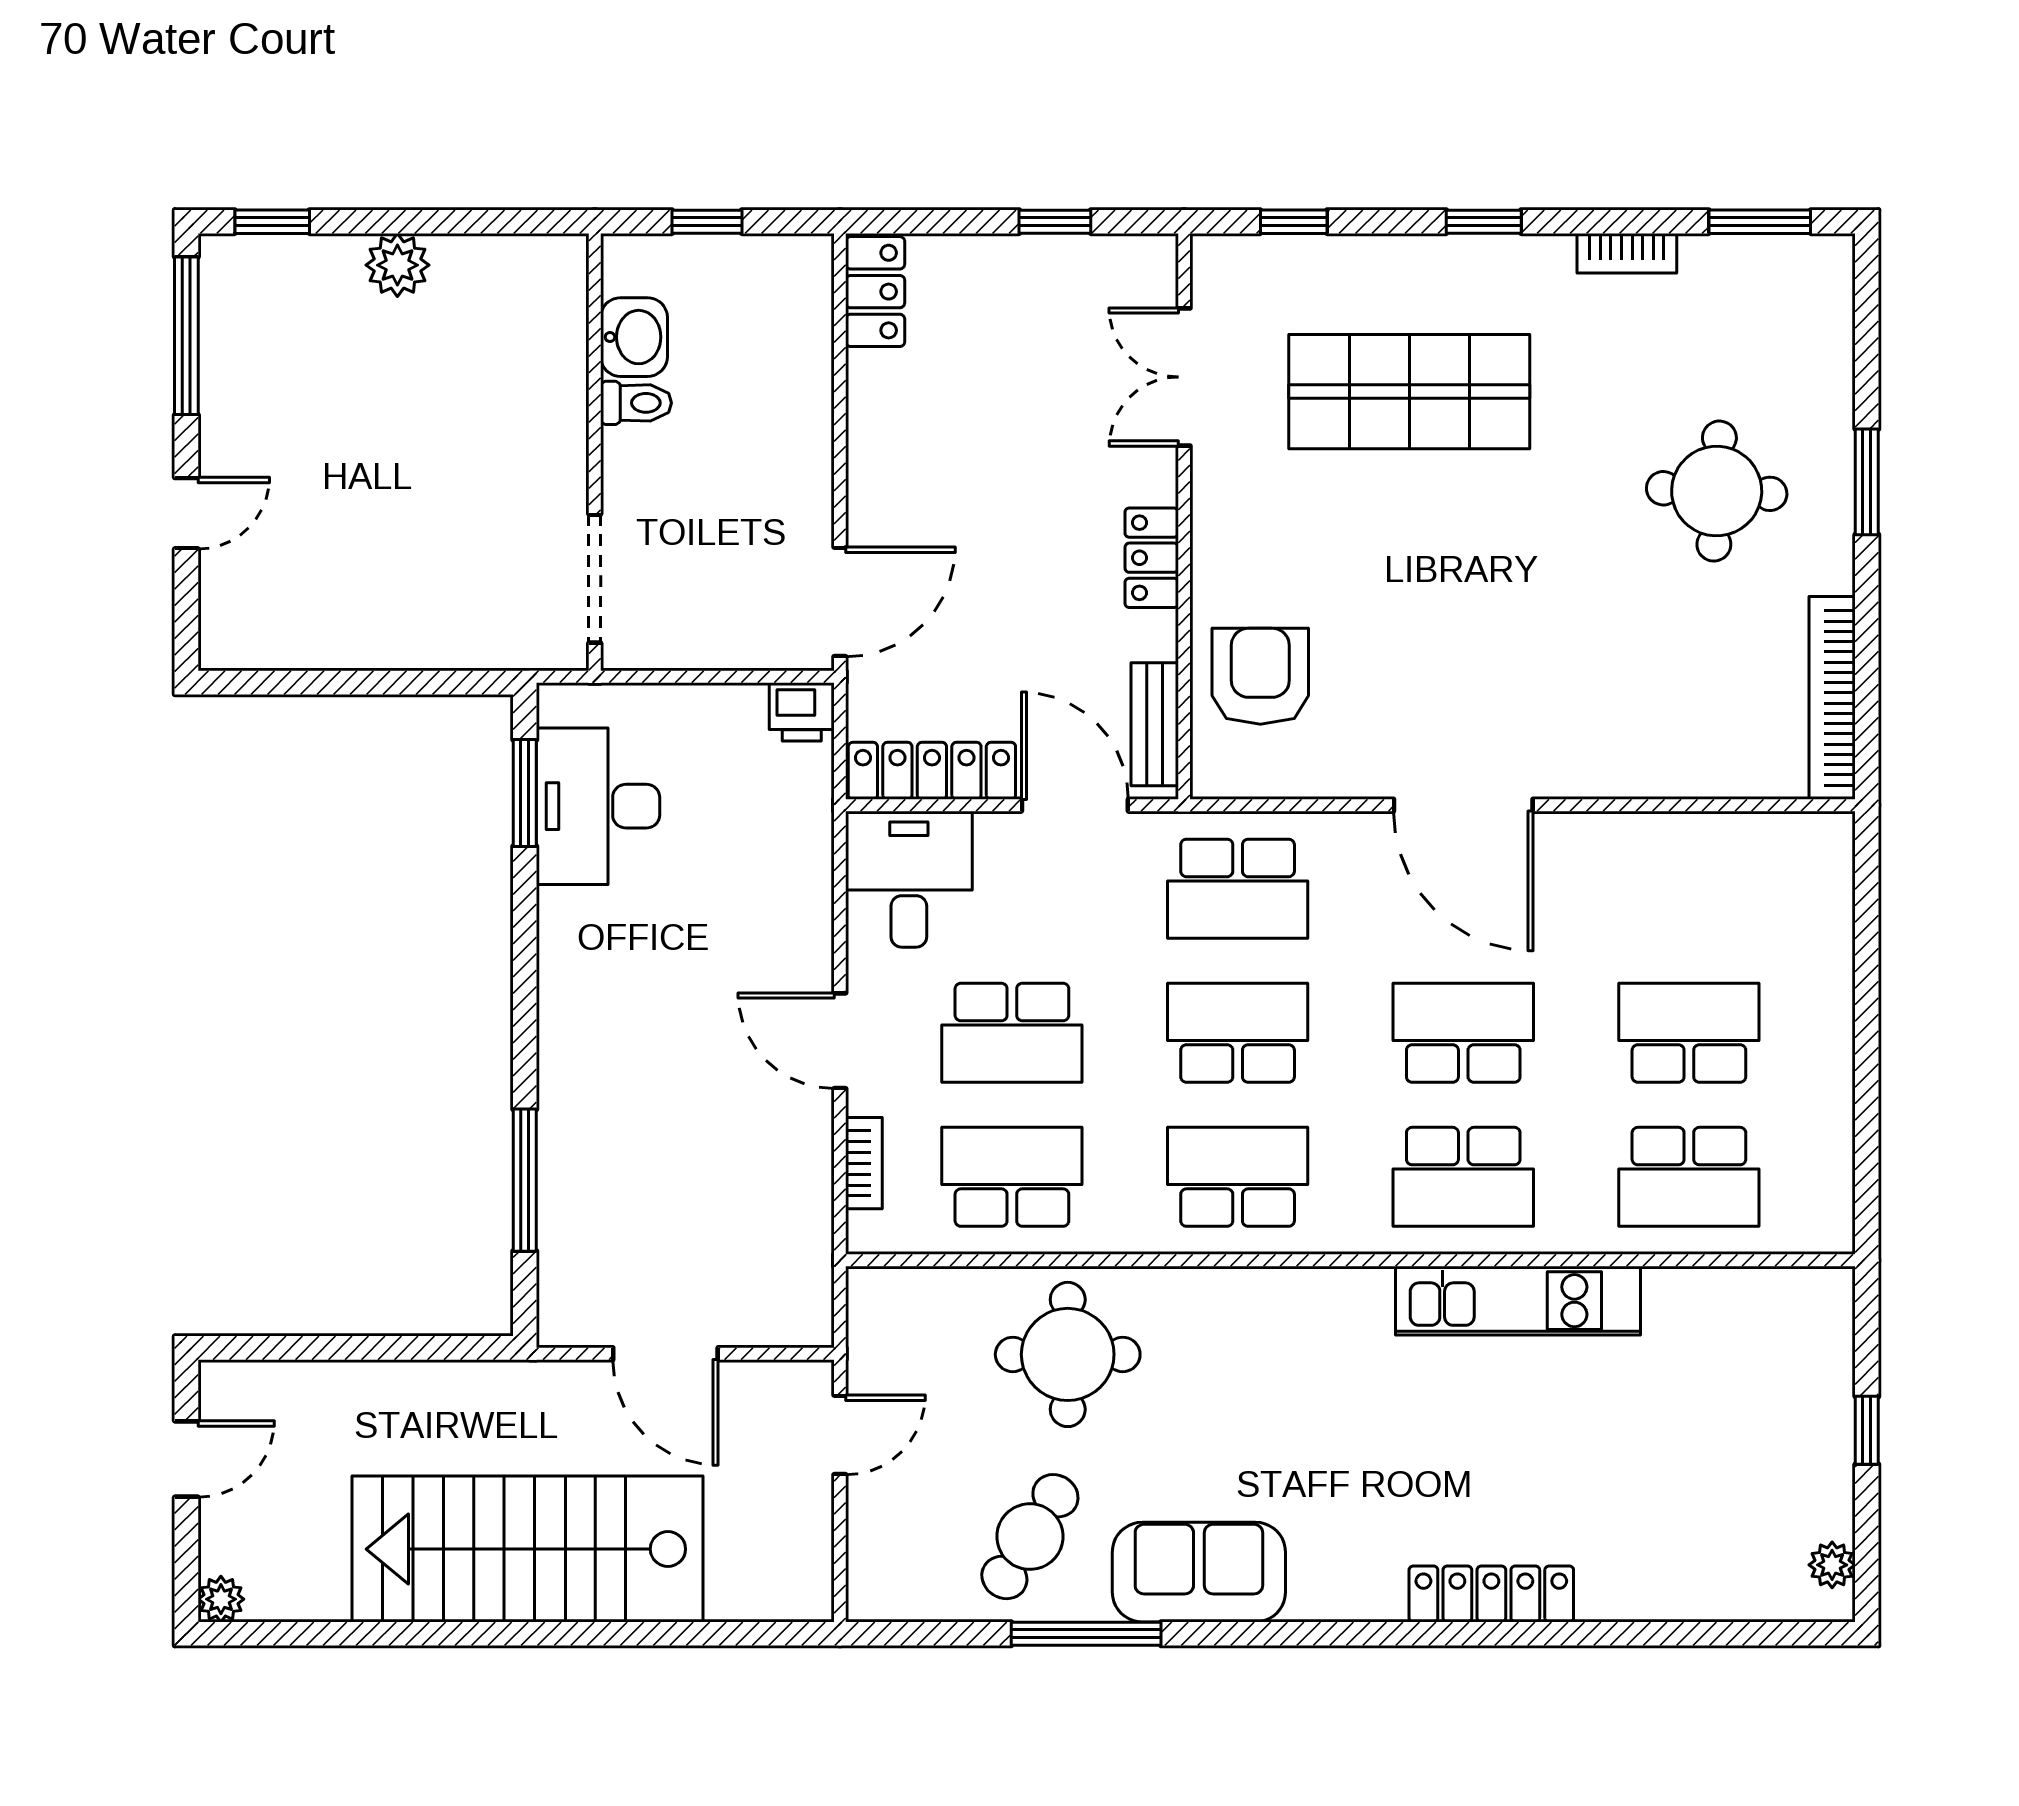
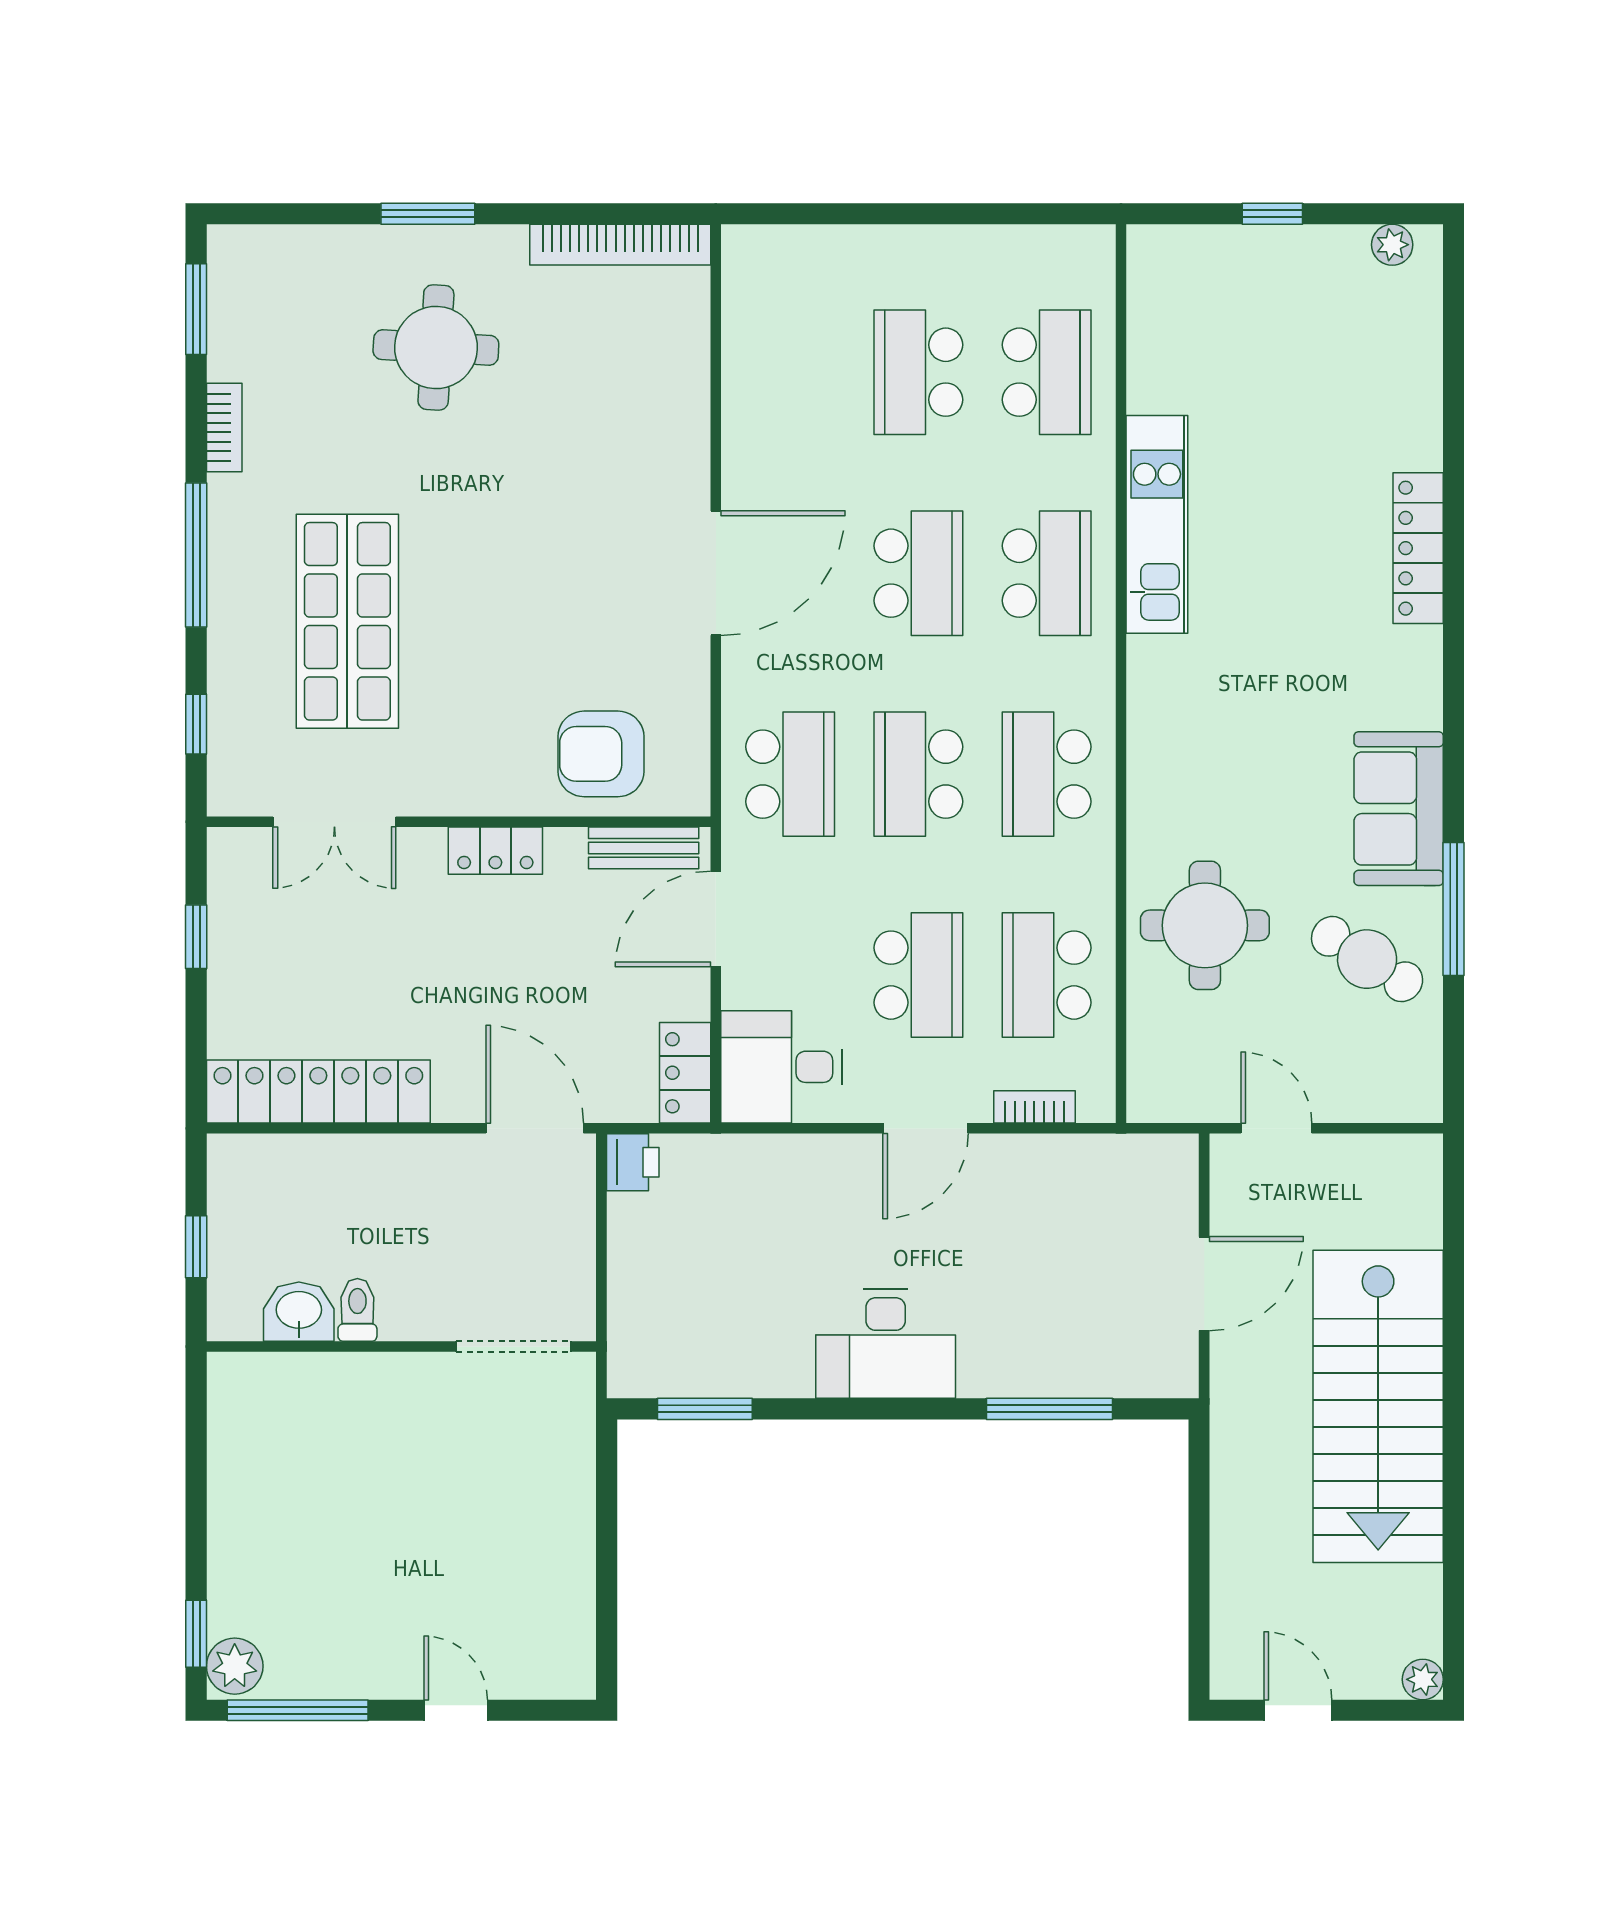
window: (1484, 222) -> (196, 555), width x2.17
plant: (397, 265) -> (235, 1666), moved
locker: (875, 292) -> (318, 1091), width x2.16, depth x1.21
locker: (932, 771) -> (685, 1073), width x0.66
desk: (598, 806) -> (886, 1344), moved
school desk: (1463, 1033) -> (918, 573), turned 180

